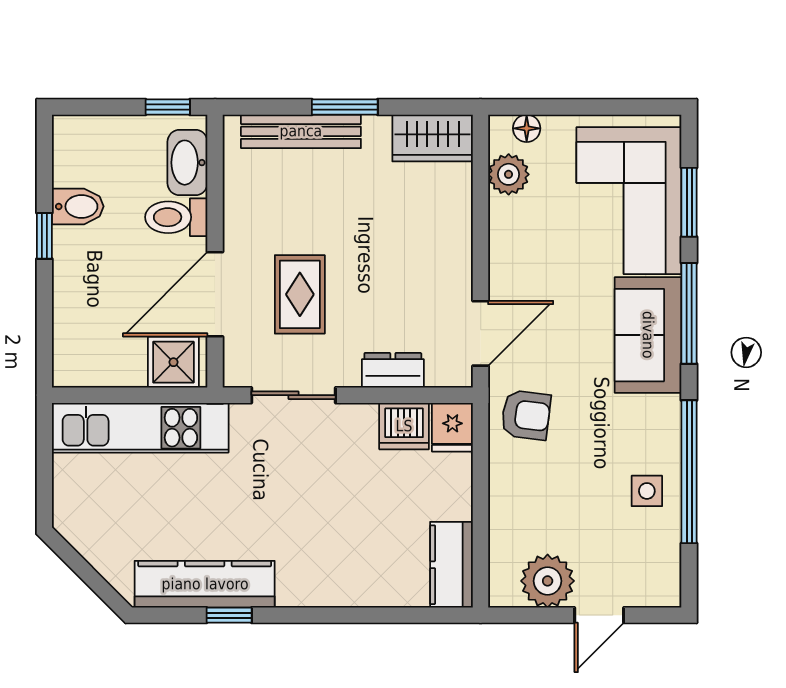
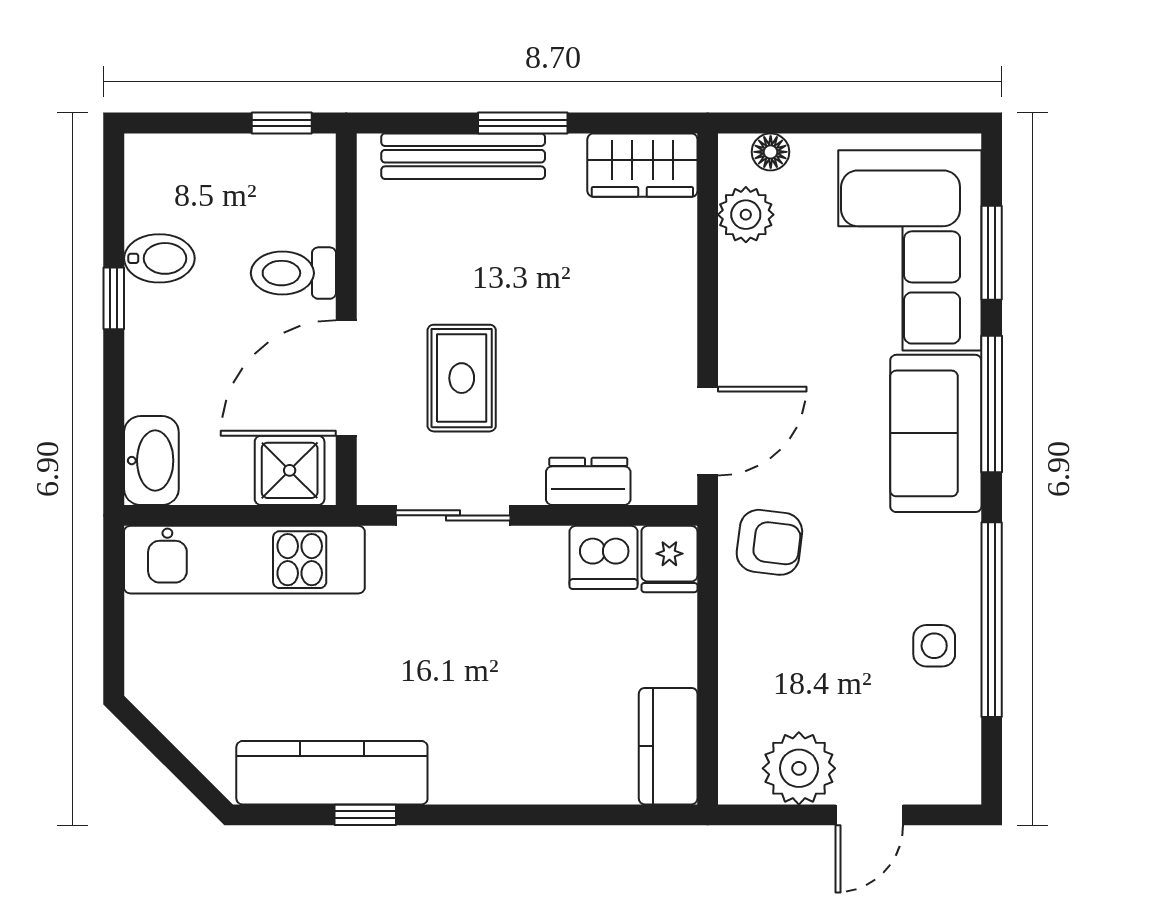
washbasin: (187, 163) -> (151, 461), moved, turned 180

